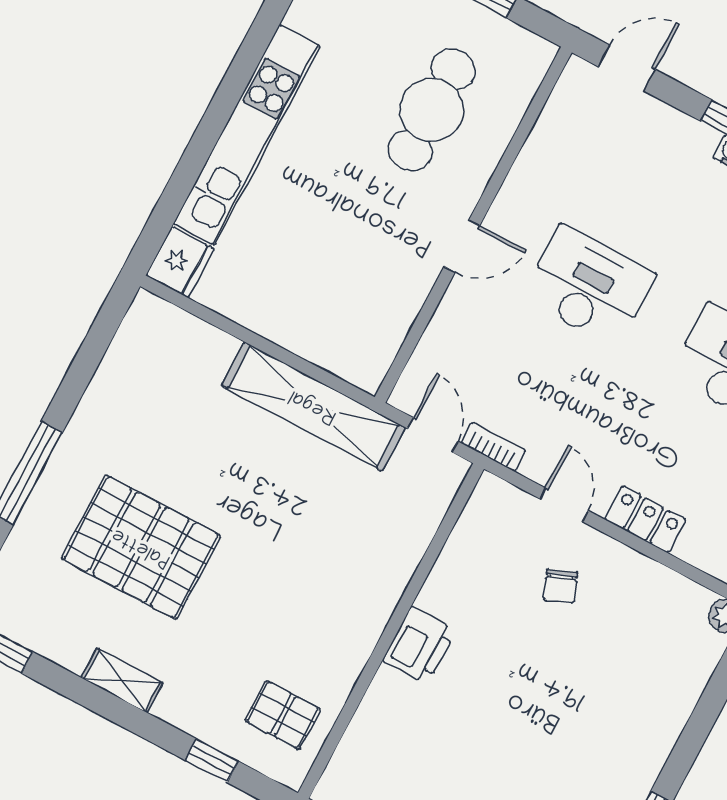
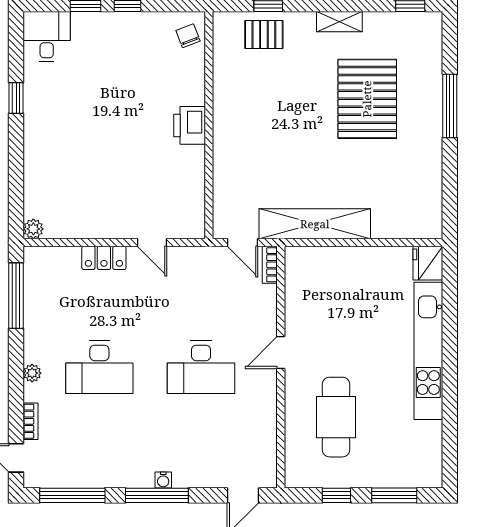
bookcase: (493, 447) -> (270, 265), moved, turned 90
pallet: (141, 547) -> (367, 99), turned 90
chair: (560, 586) -> (188, 36), moved
pallet: (283, 715) -> (264, 34), moved

